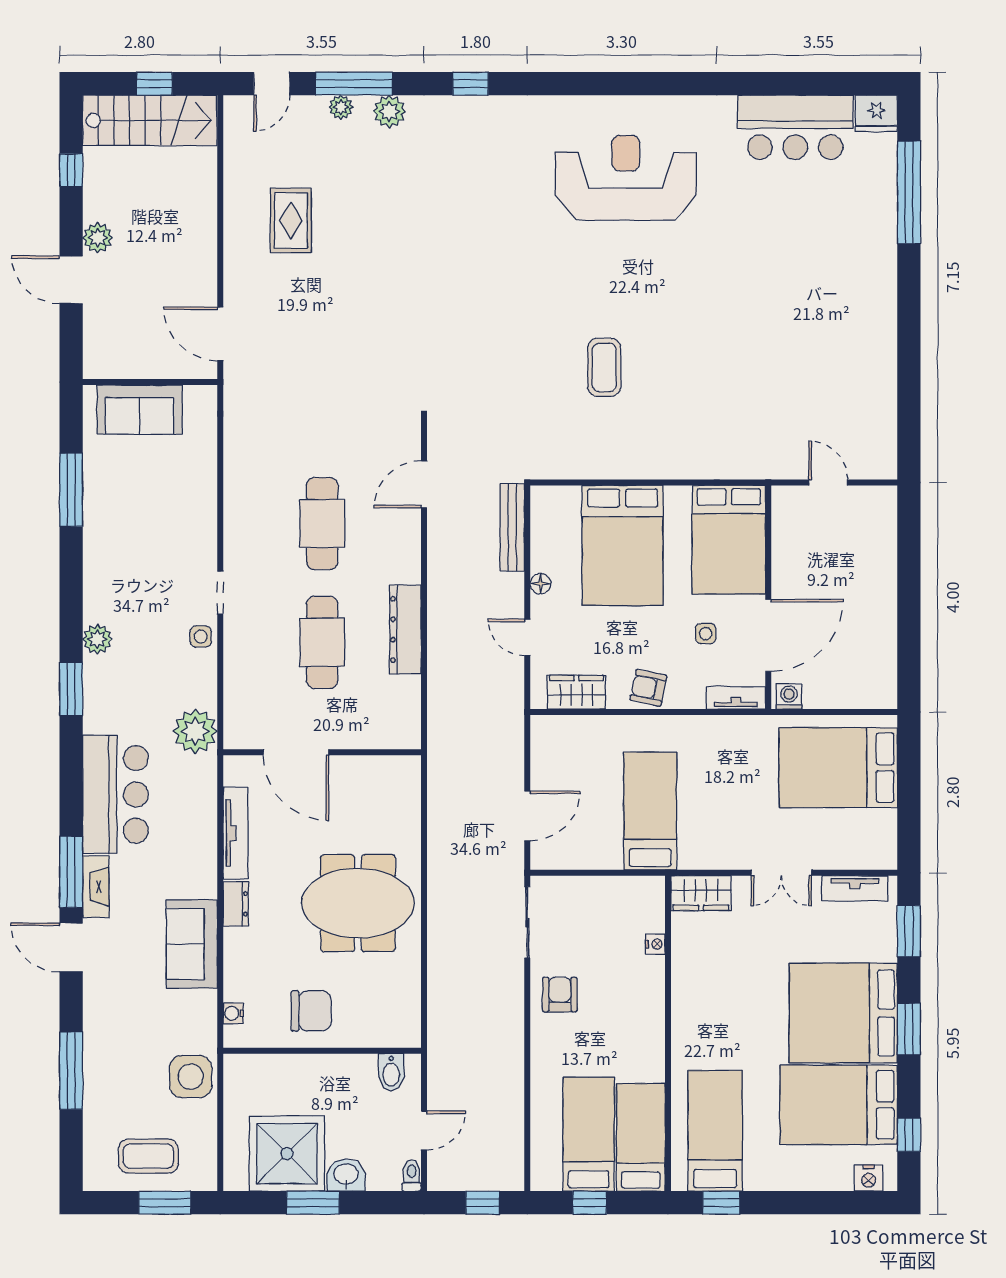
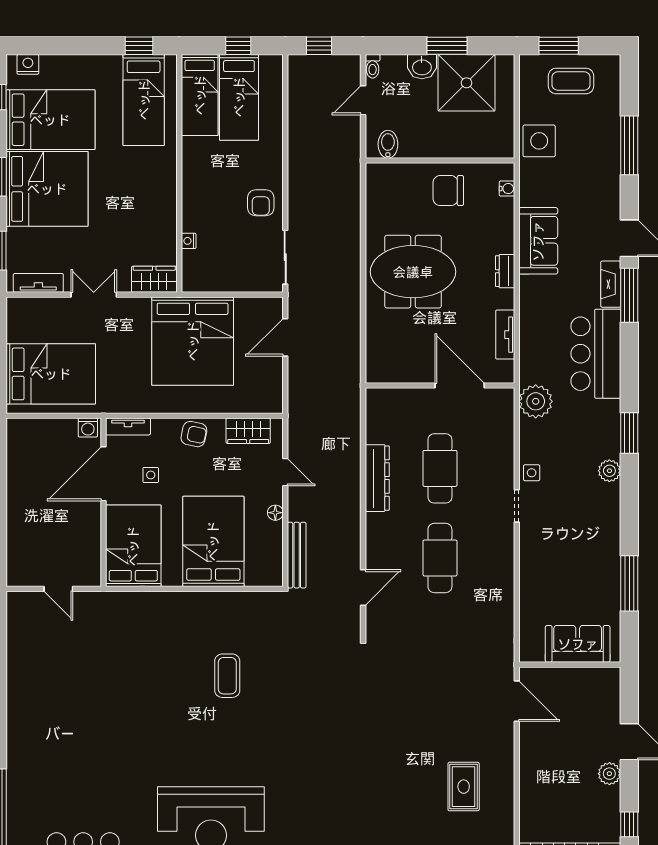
bed: (650, 811) -> (193, 341), width x2.04
tv unit: (236, 833) -> (505, 335), width x0.71

